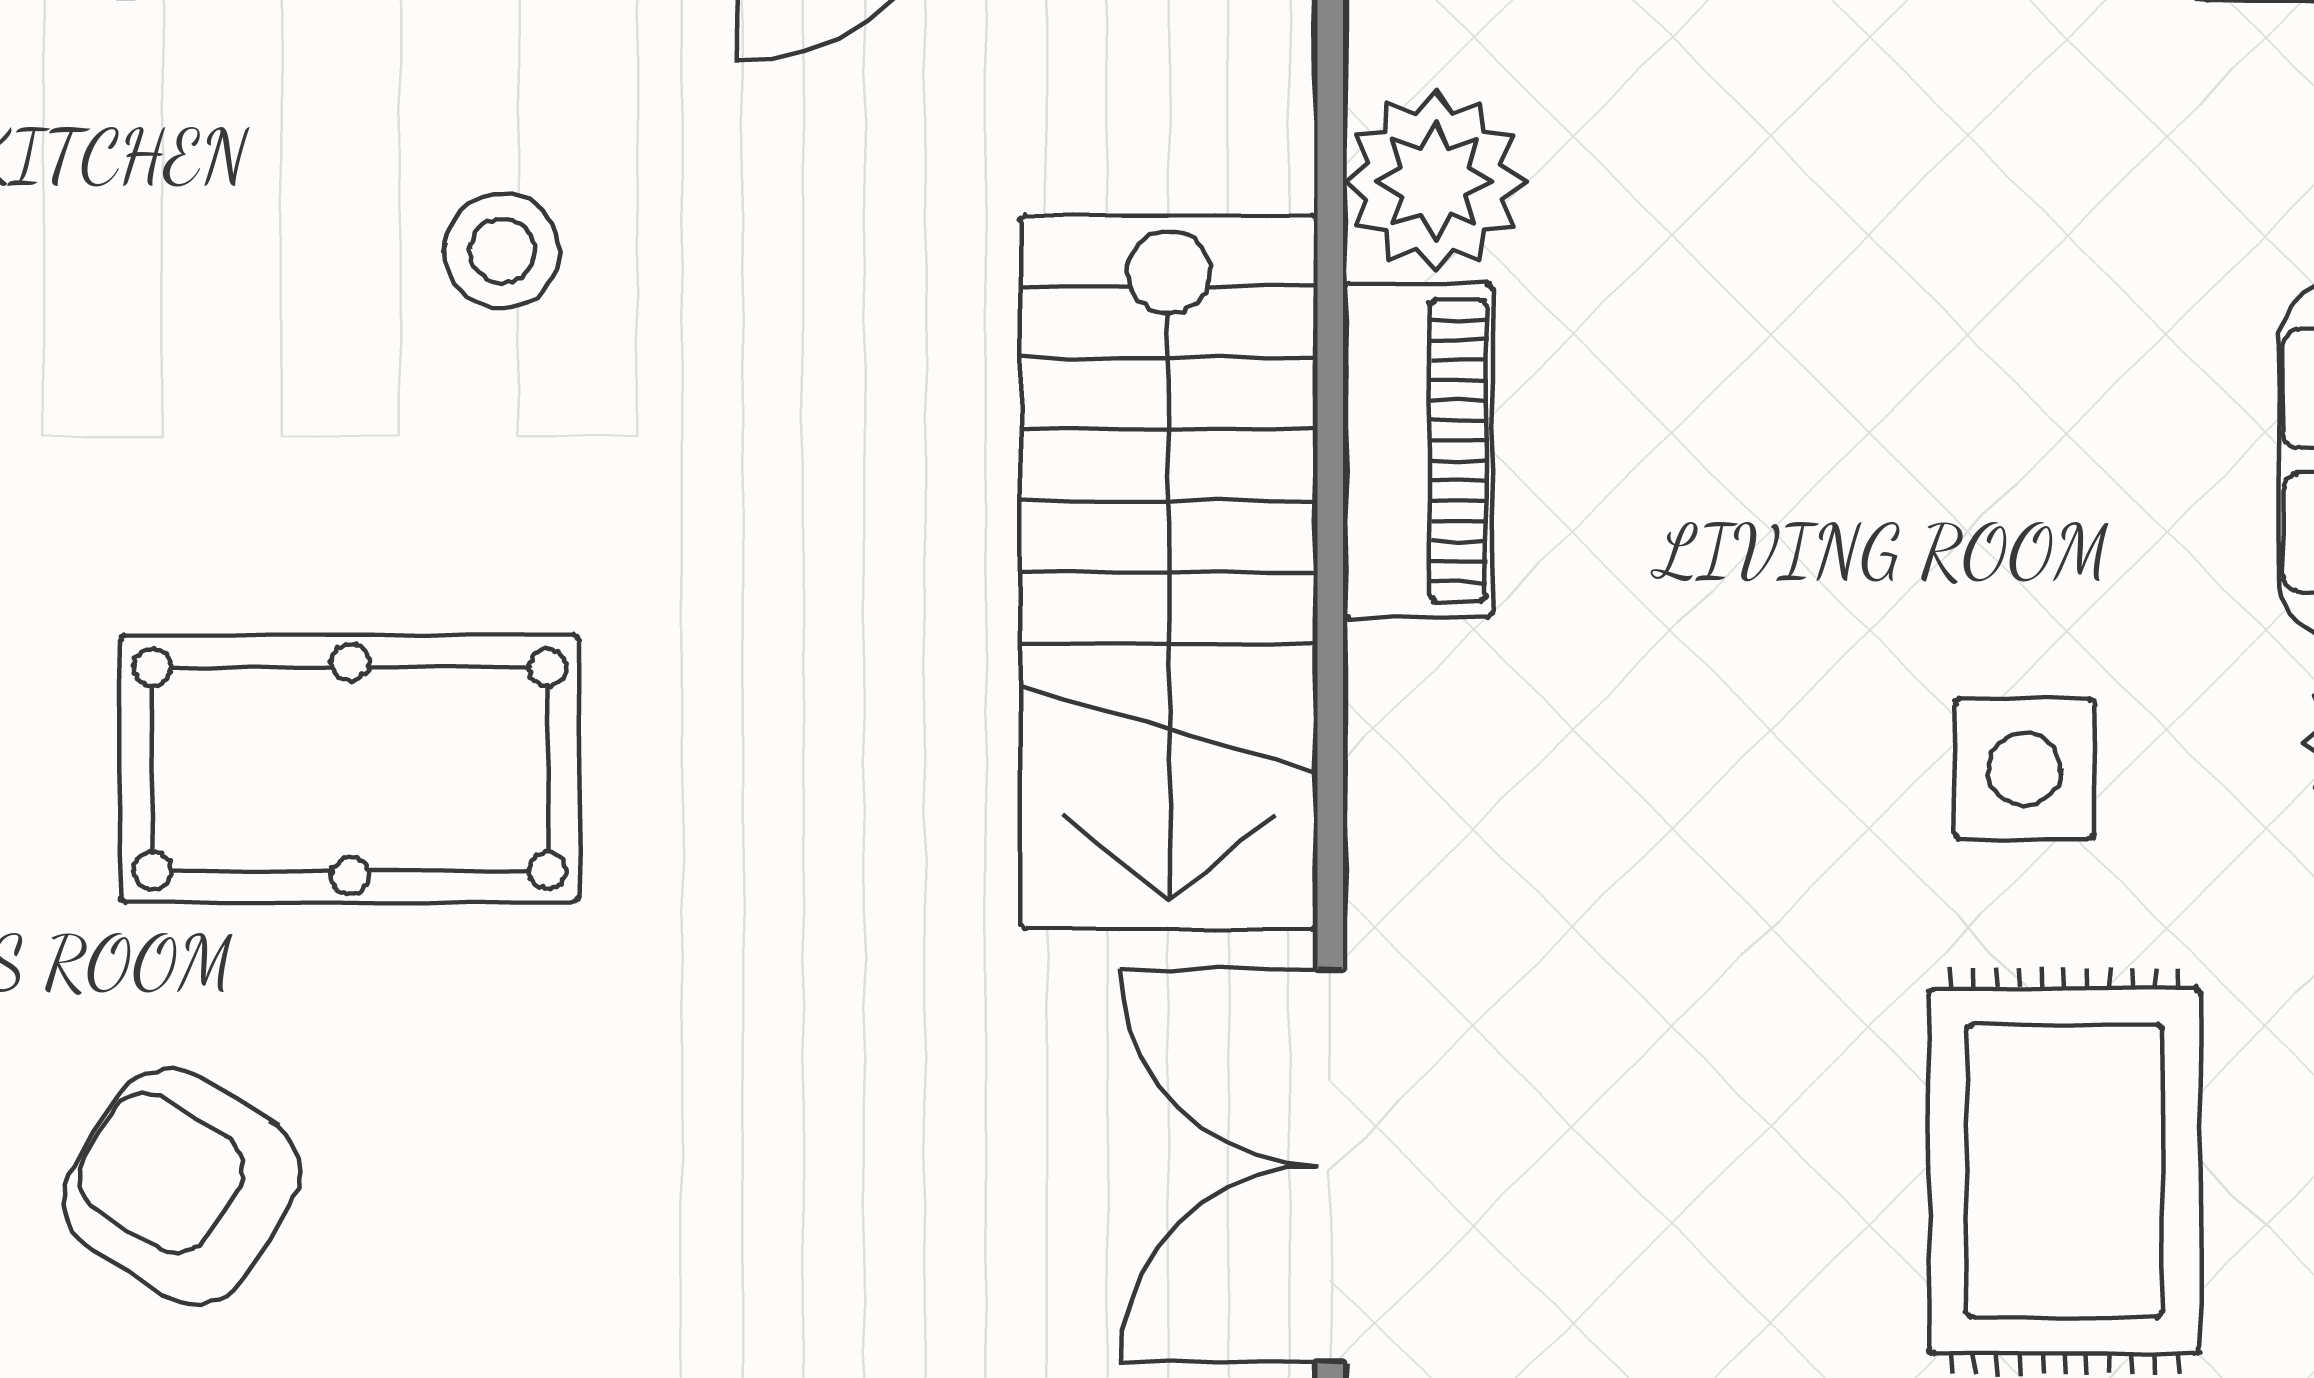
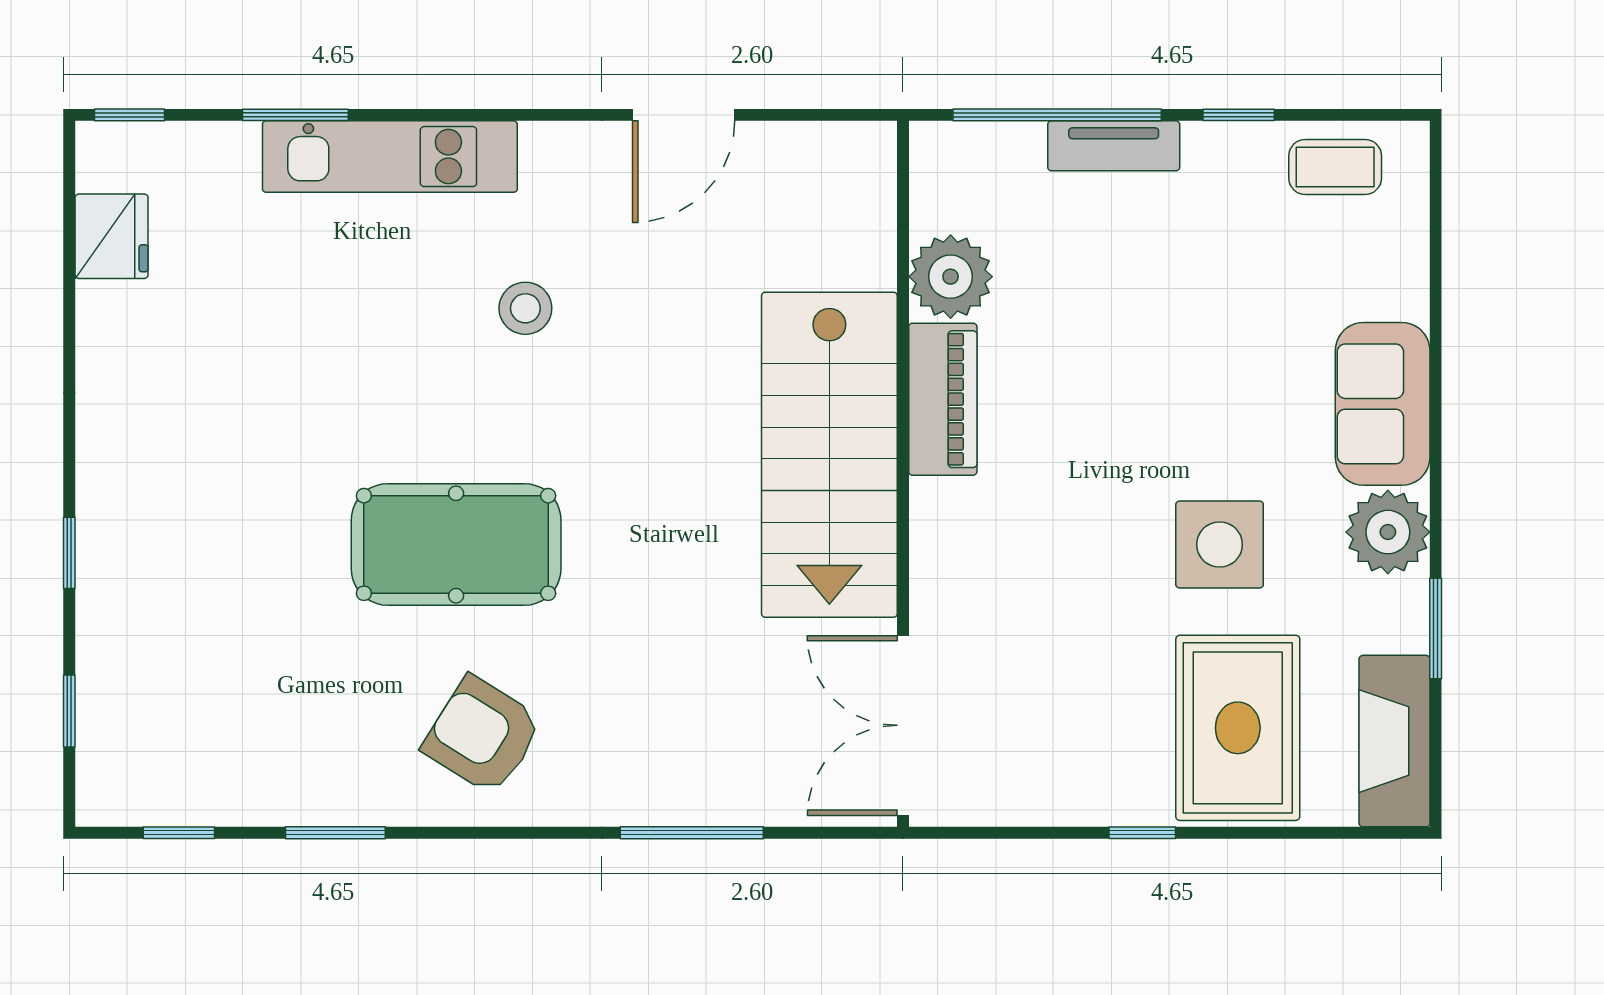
side table: (2025, 769) -> (1220, 544), width x1.37, depth x1.37
armchair: (182, 1186) -> (483, 735), moved

